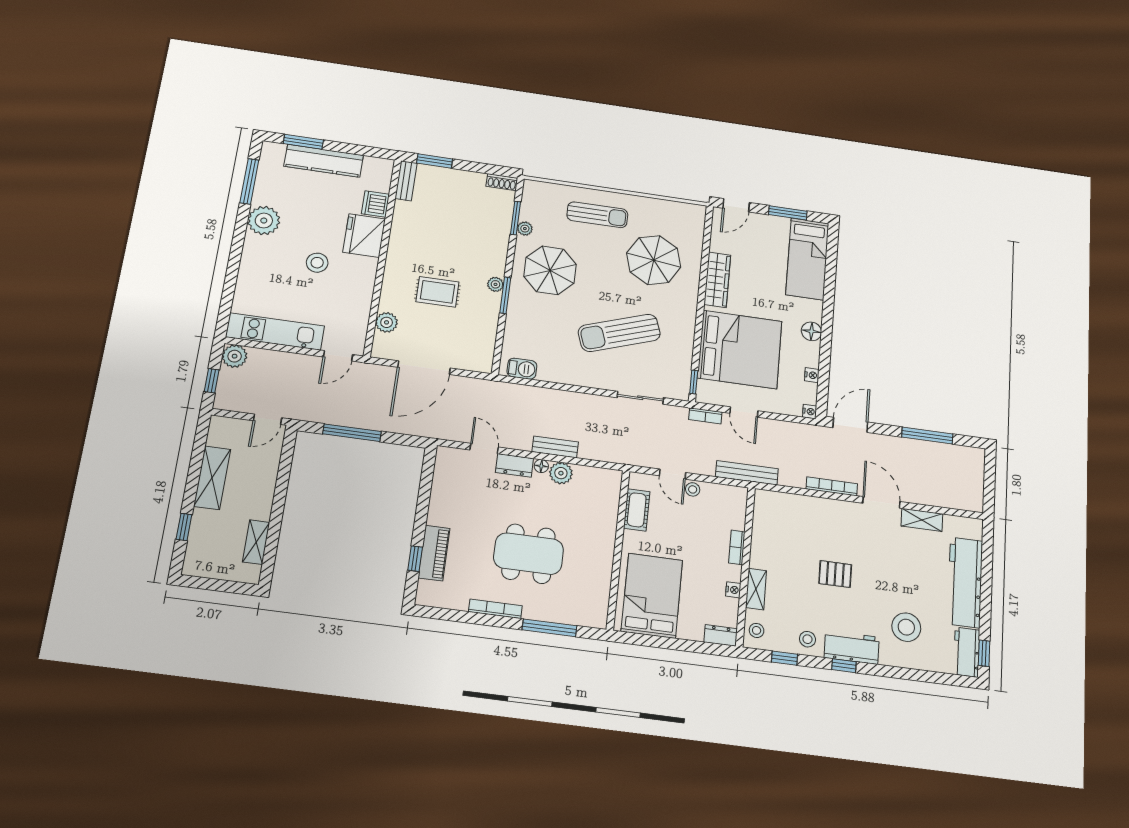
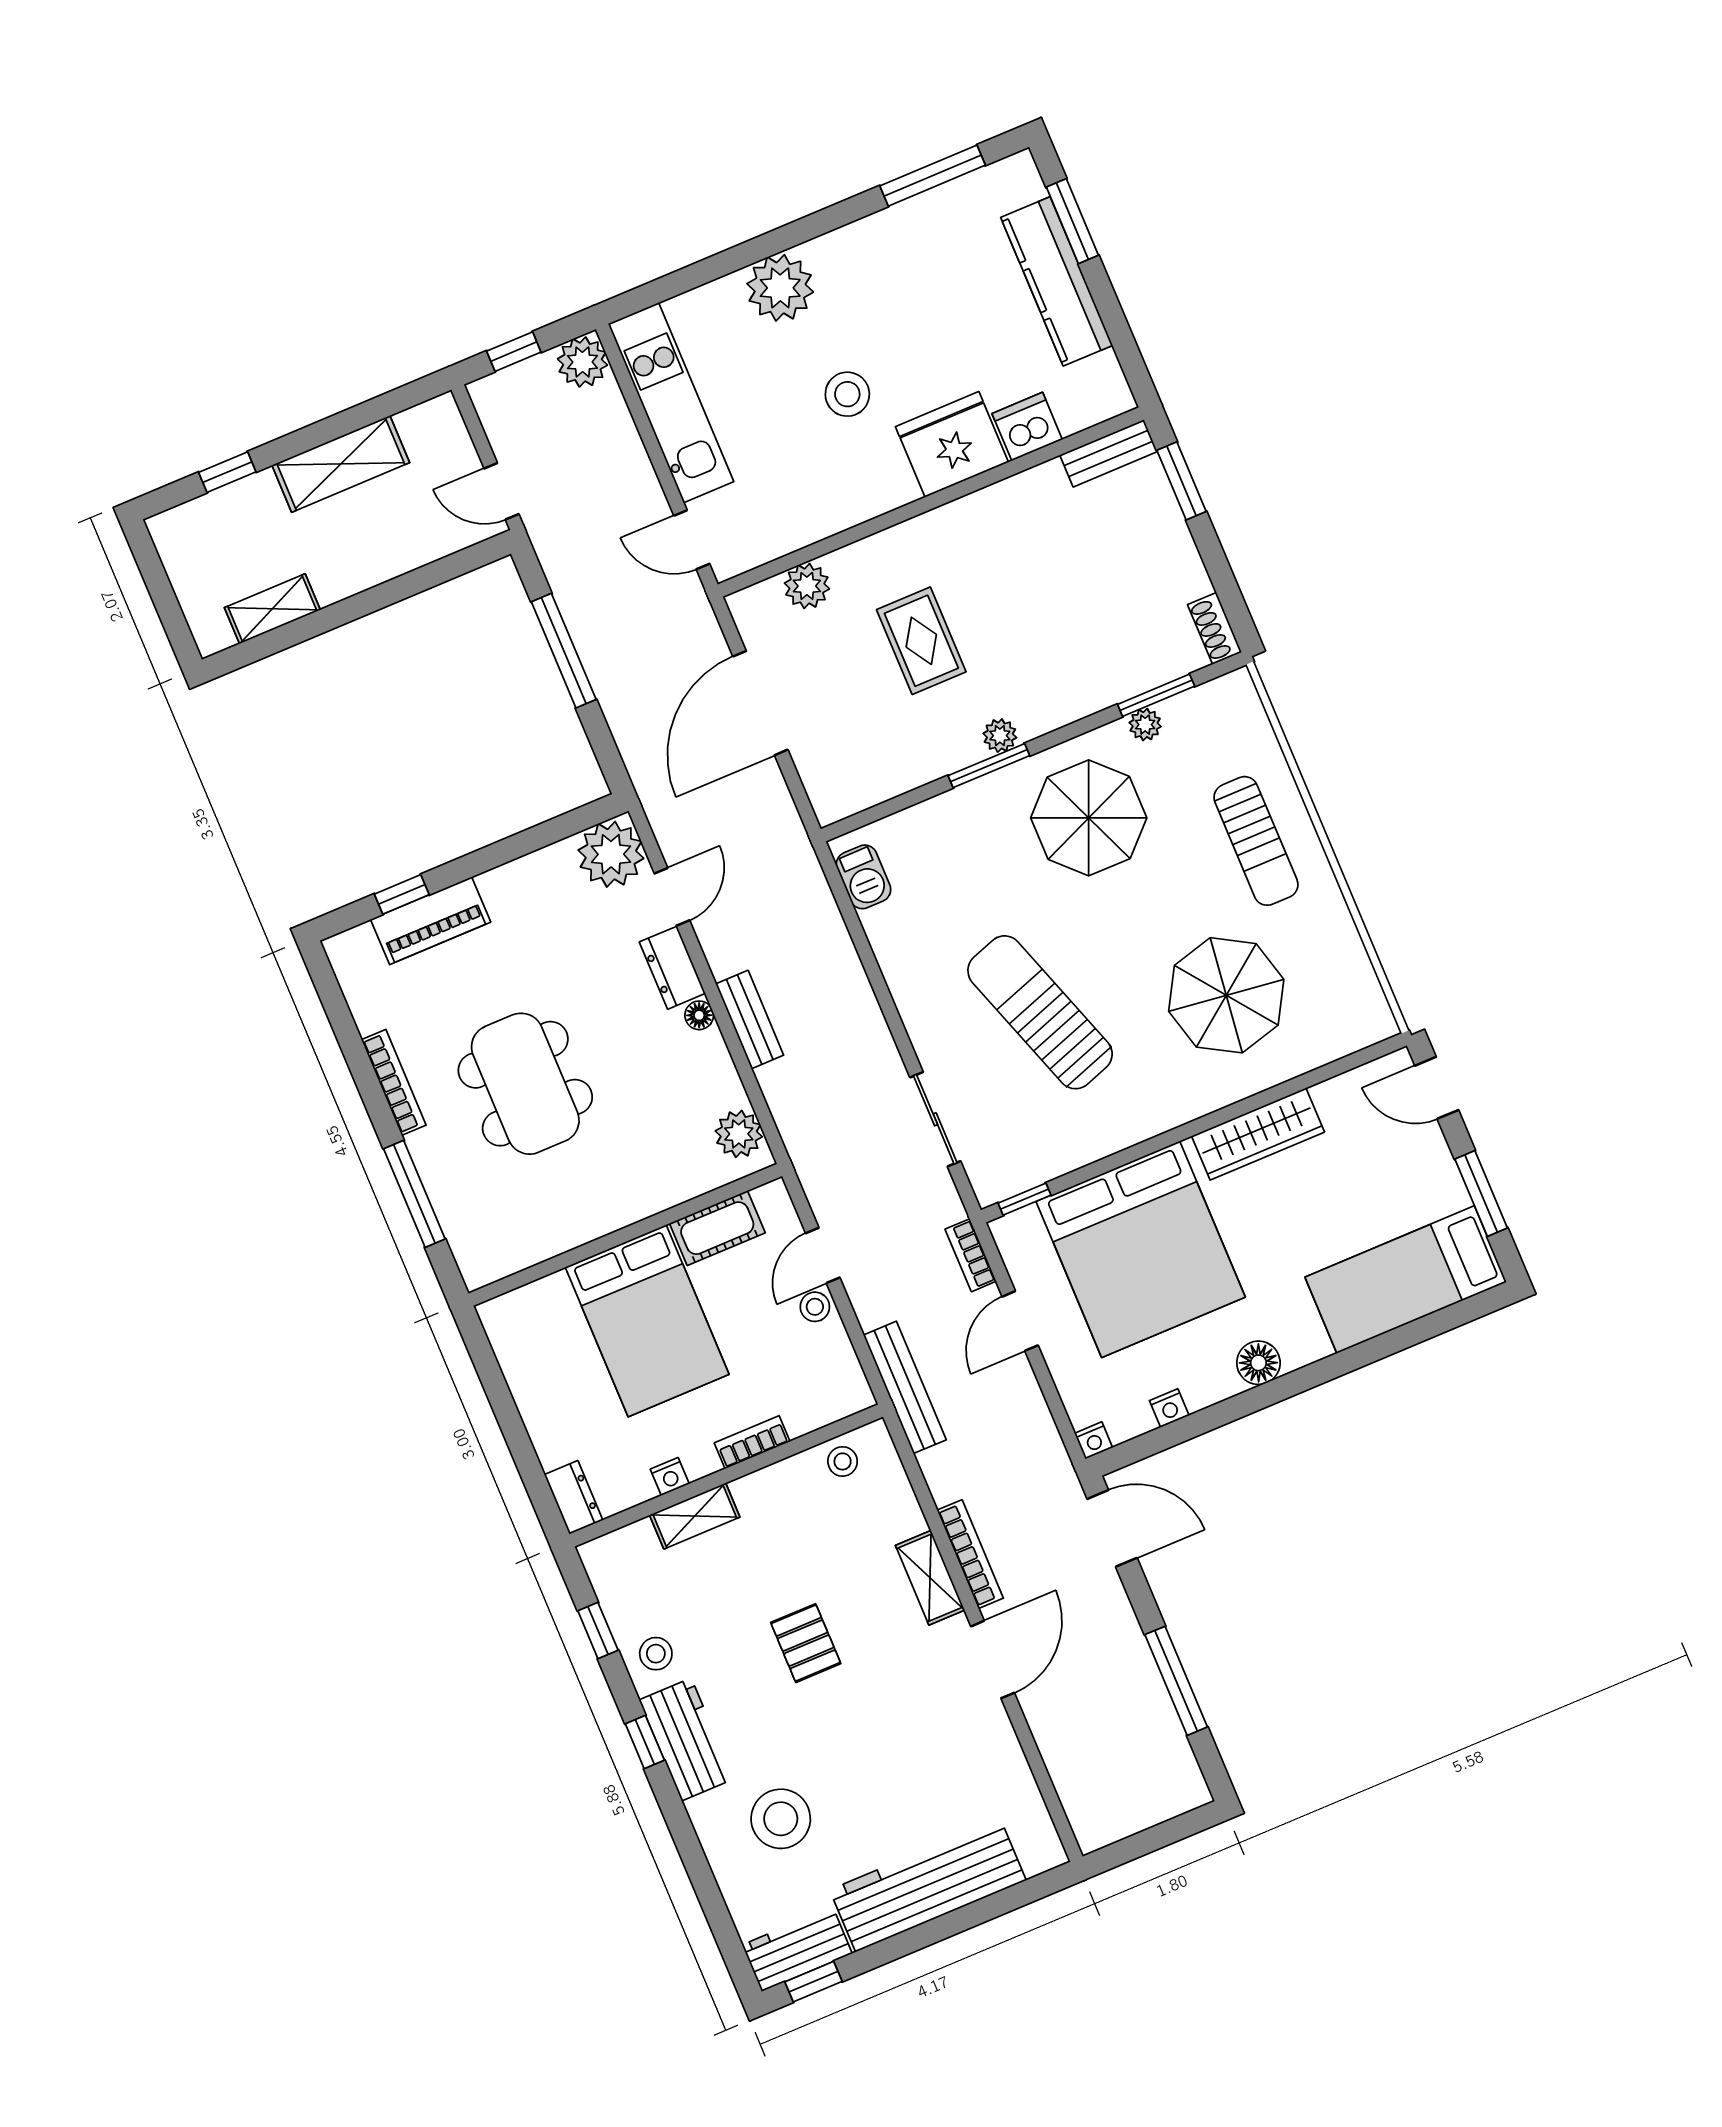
plant: (264, 221) -> (780, 288), moved
door: (424, 368) -> (760, 703), hinge flipped
plant: (451, 463) -> (611, 854), added
plant: (561, 473) -> (739, 1134), moved
shelving: (922, 520) -> (930, 1578), moved
bed: (652, 596) -> (647, 1321), moved, turned 90
stool: (757, 630) -> (843, 1461), moved

